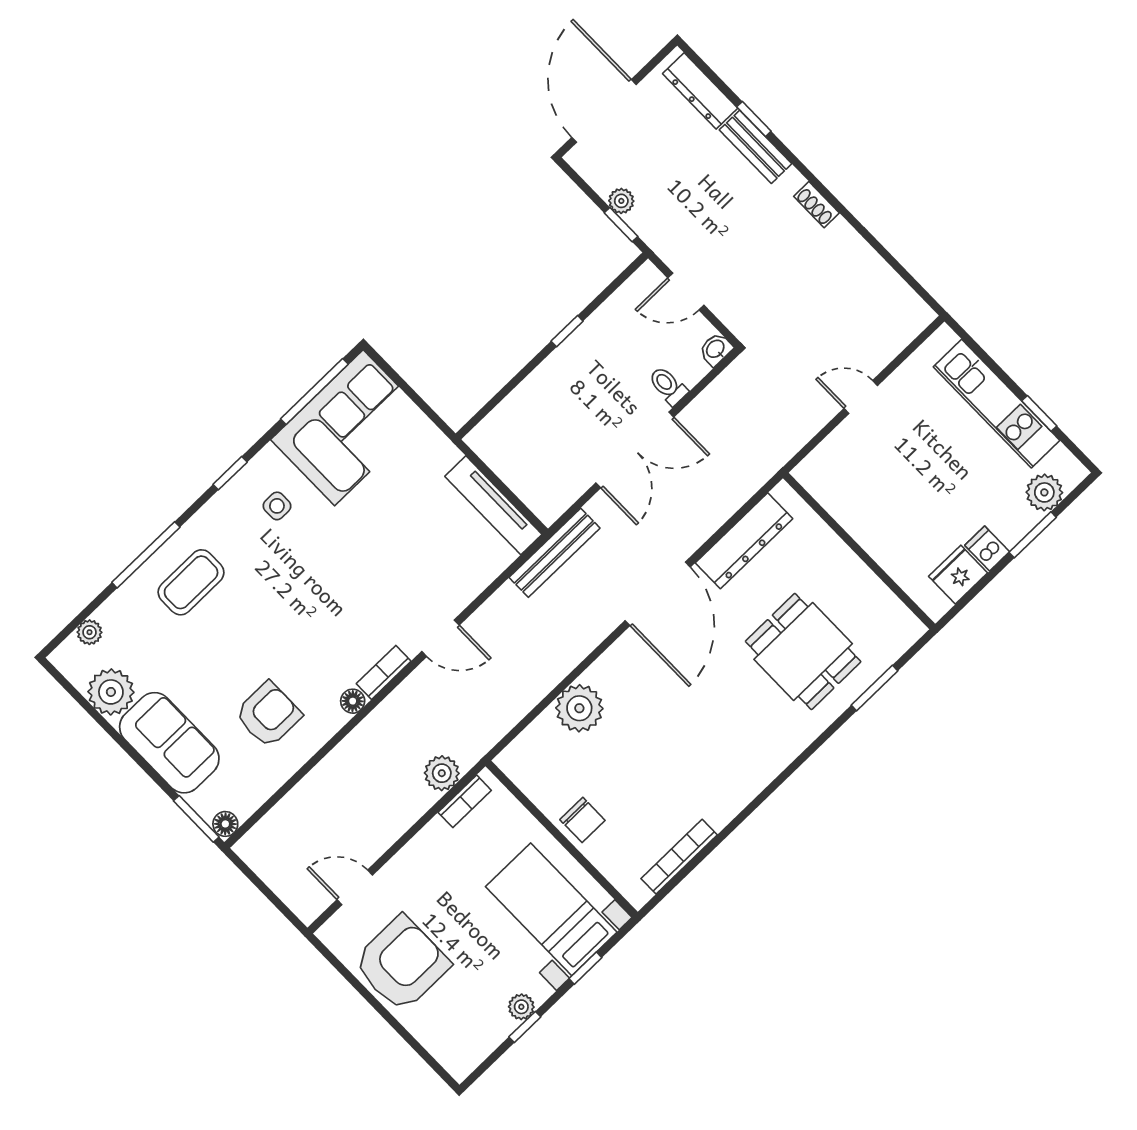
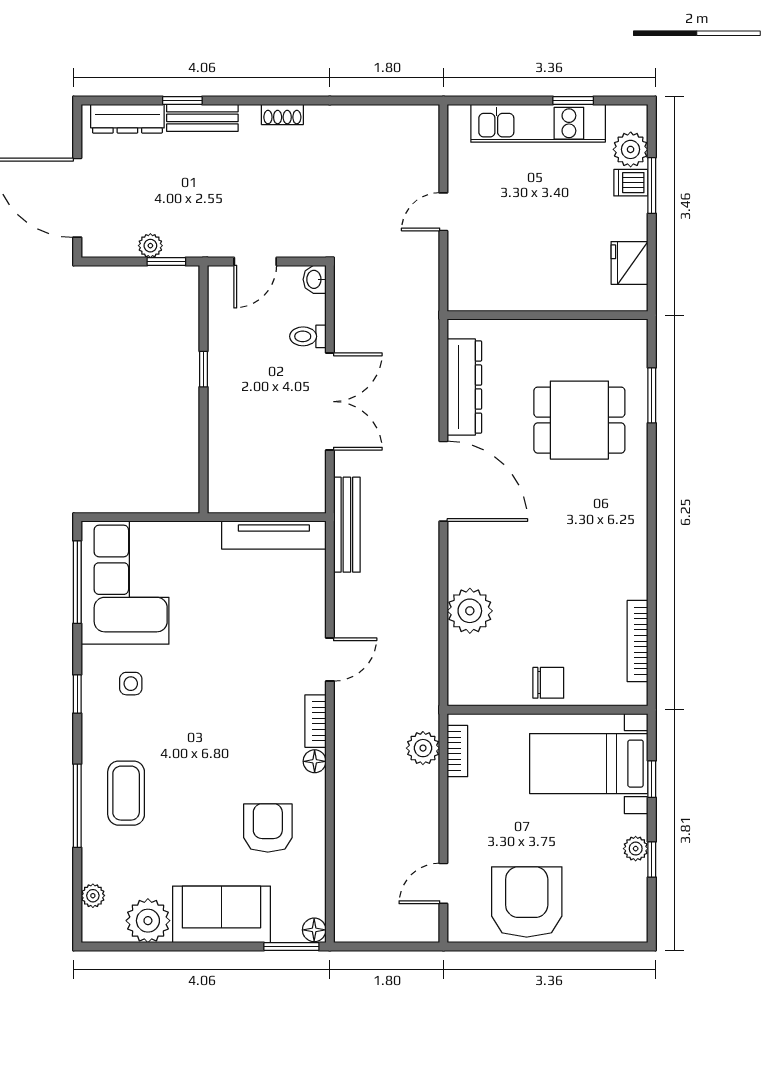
dishwasher: (987, 548) -> (631, 183), moved

